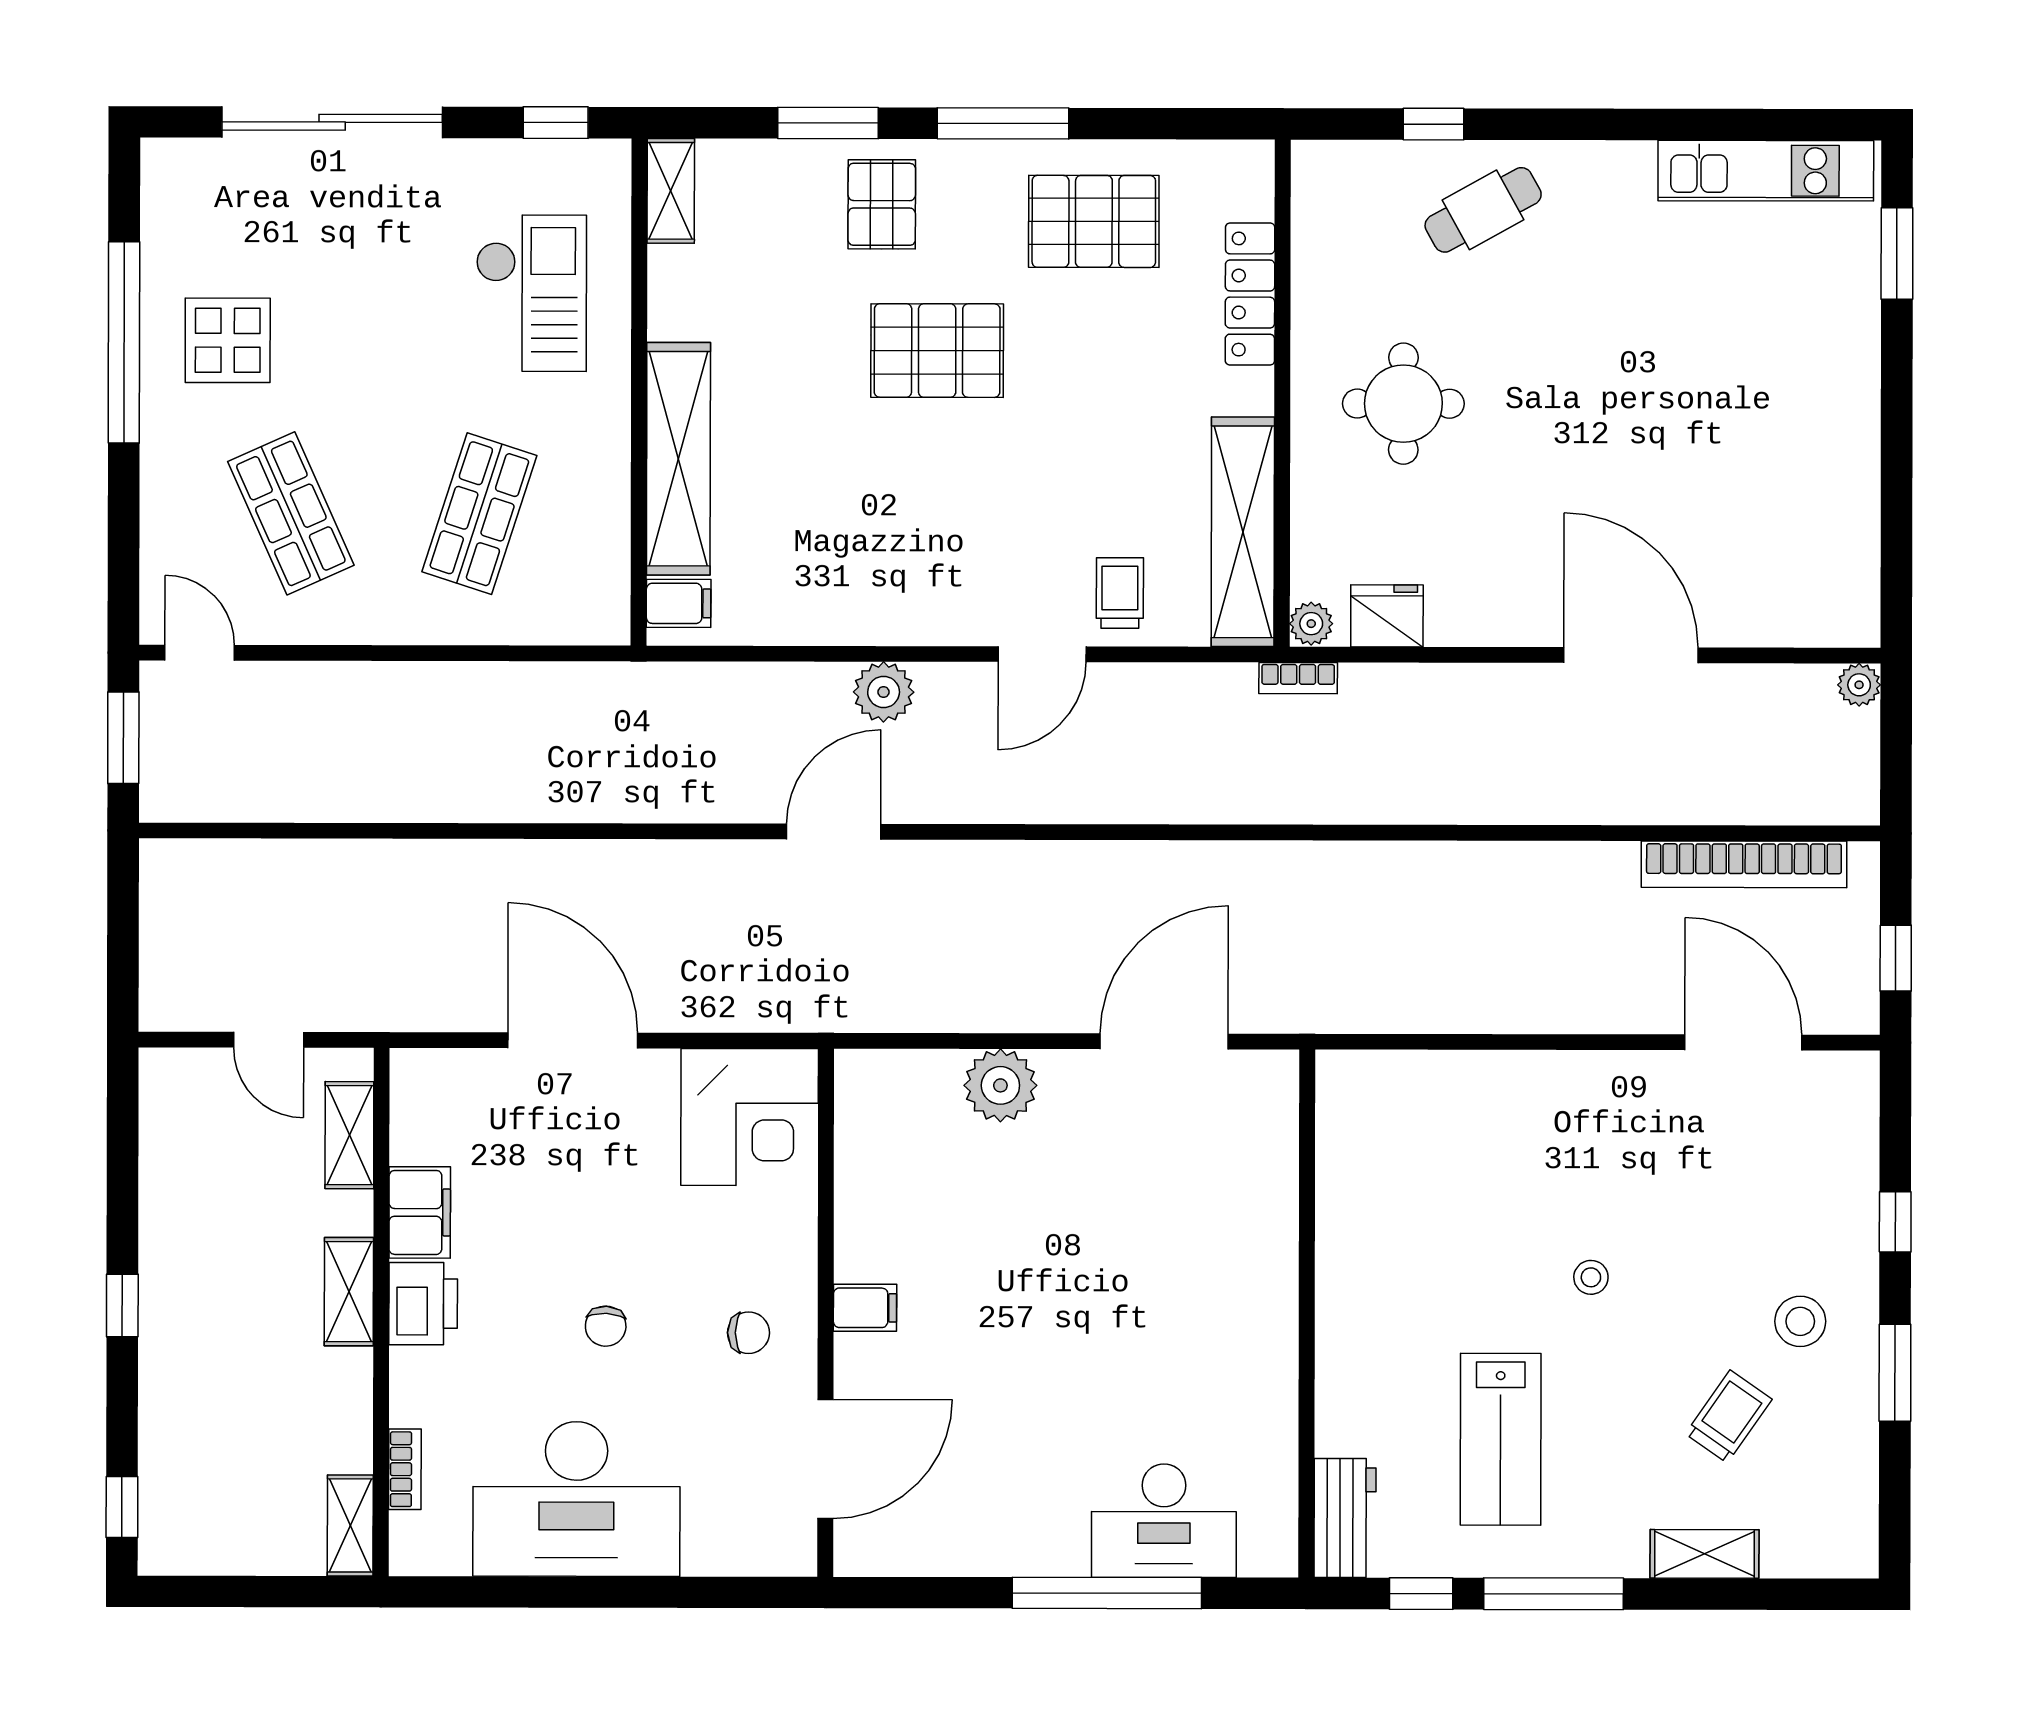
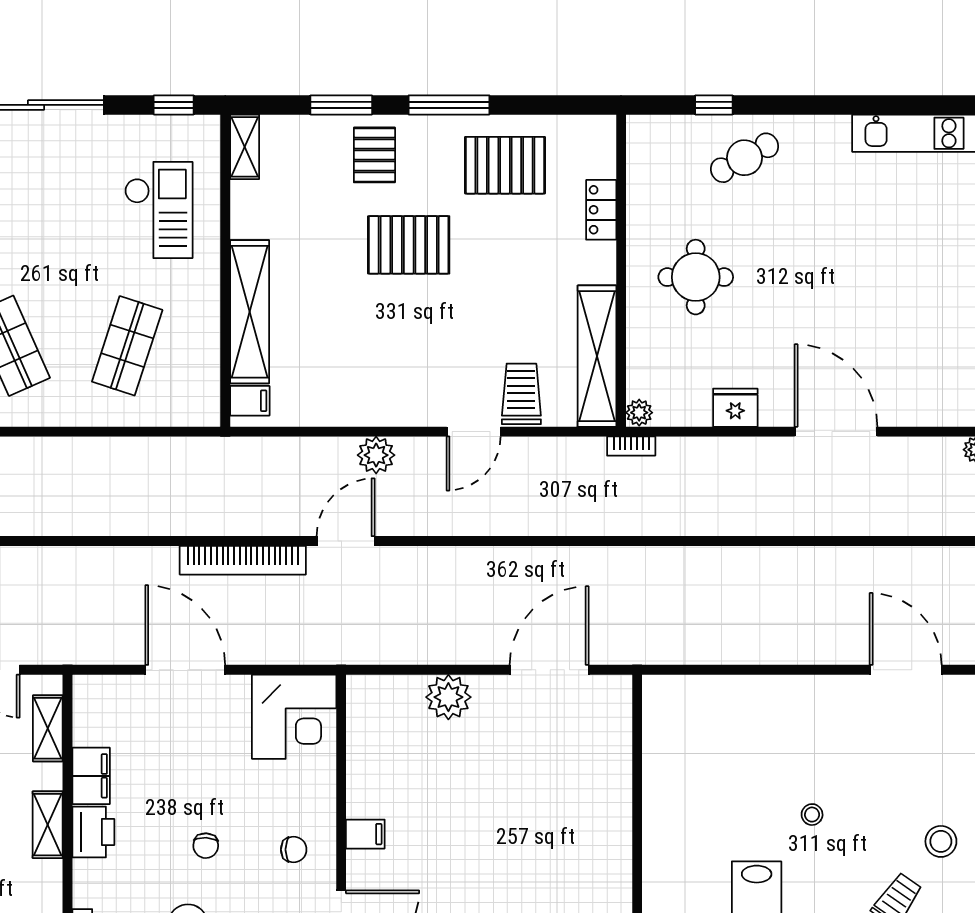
locker: (1250, 294) -> (601, 210), width x0.66
trolley: (1120, 593) -> (521, 394), width x1.36, depth x1.39
fridge: (1387, 616) -> (735, 408), moved
bookcase: (1744, 864) -> (243, 560), moved

